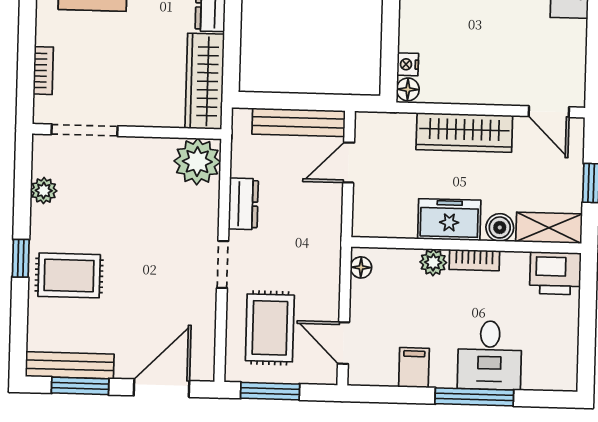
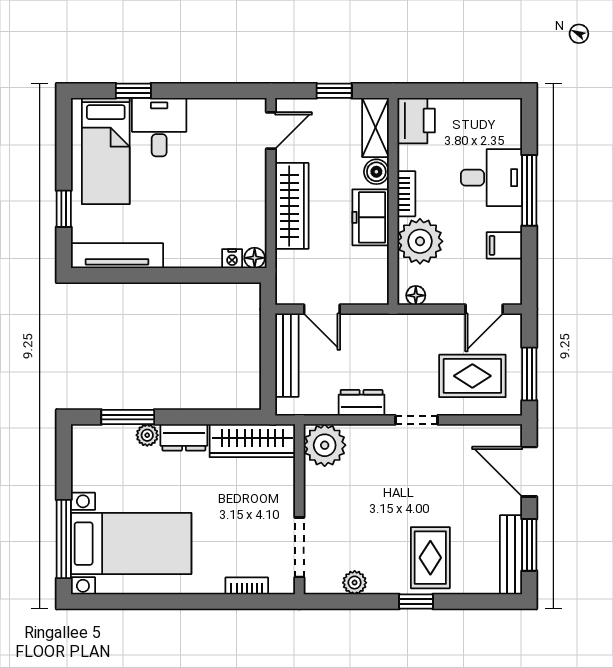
plant: (433, 262) -> (420, 241), width x1.87, depth x1.87

